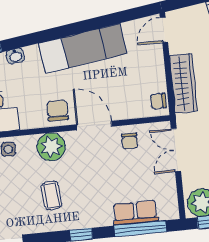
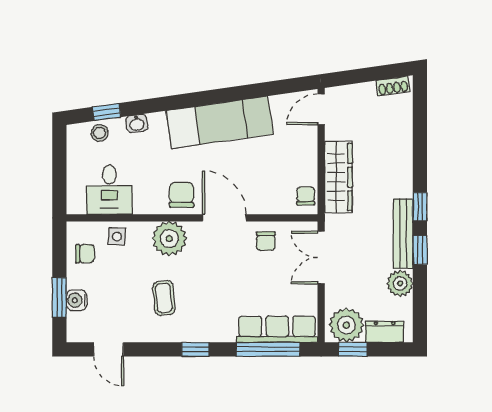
chair: (158, 101) -> (306, 196), turned 90
row of seats: (136, 213) -> (277, 329), width x1.48

